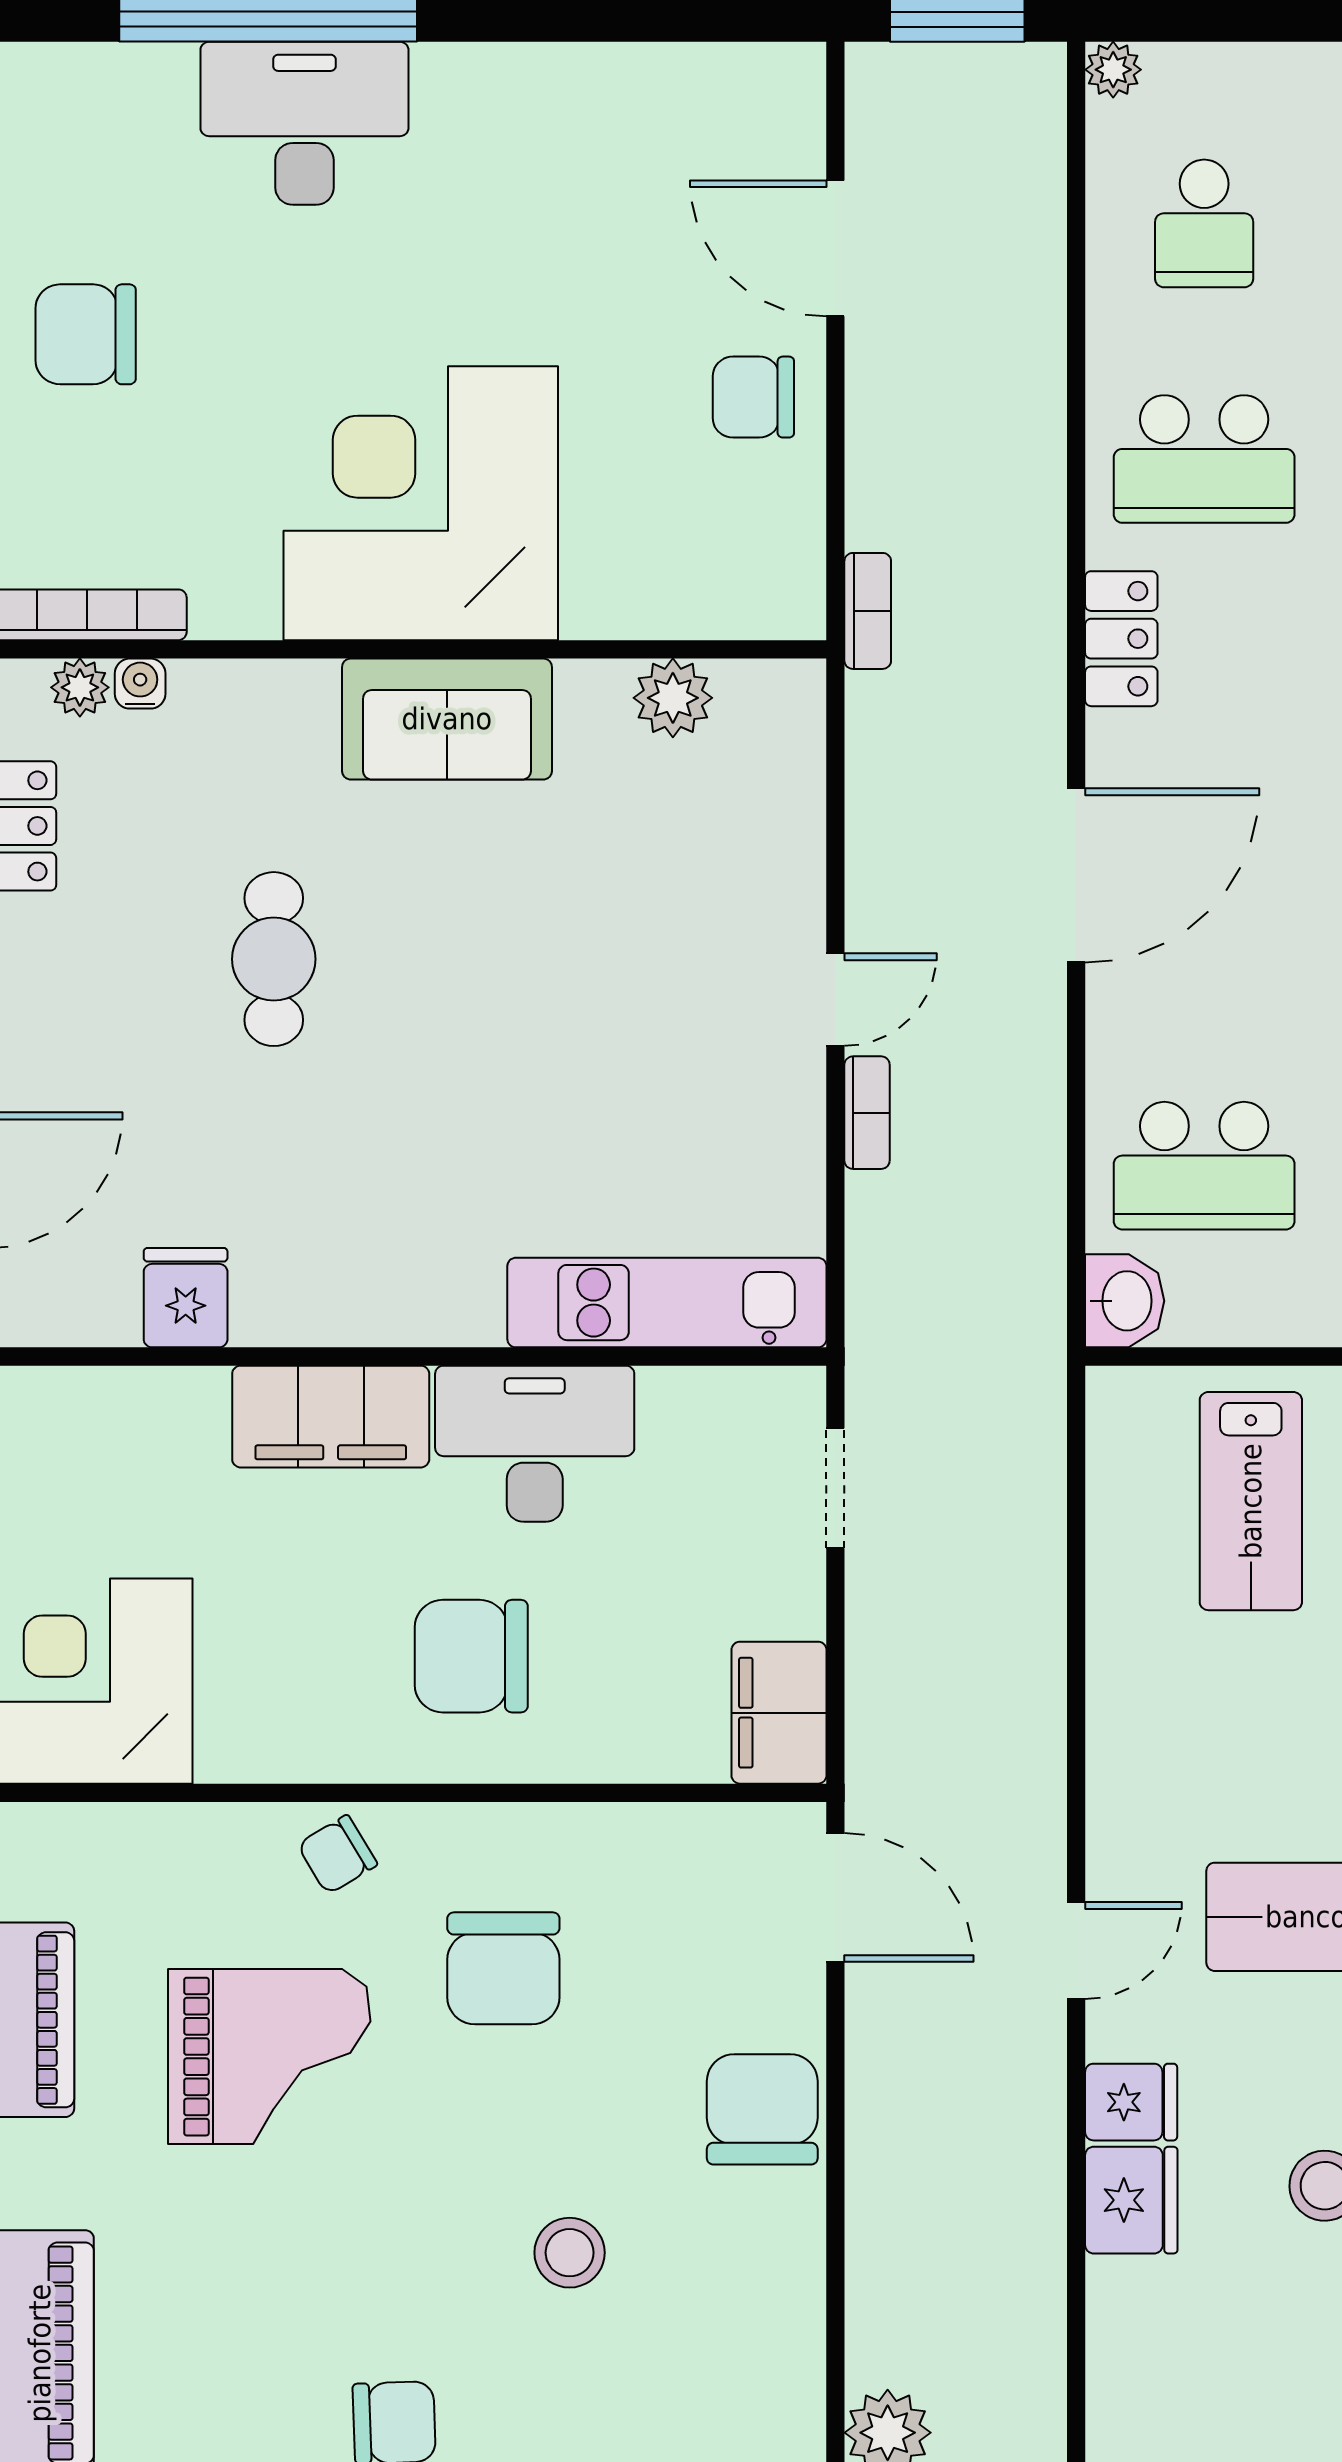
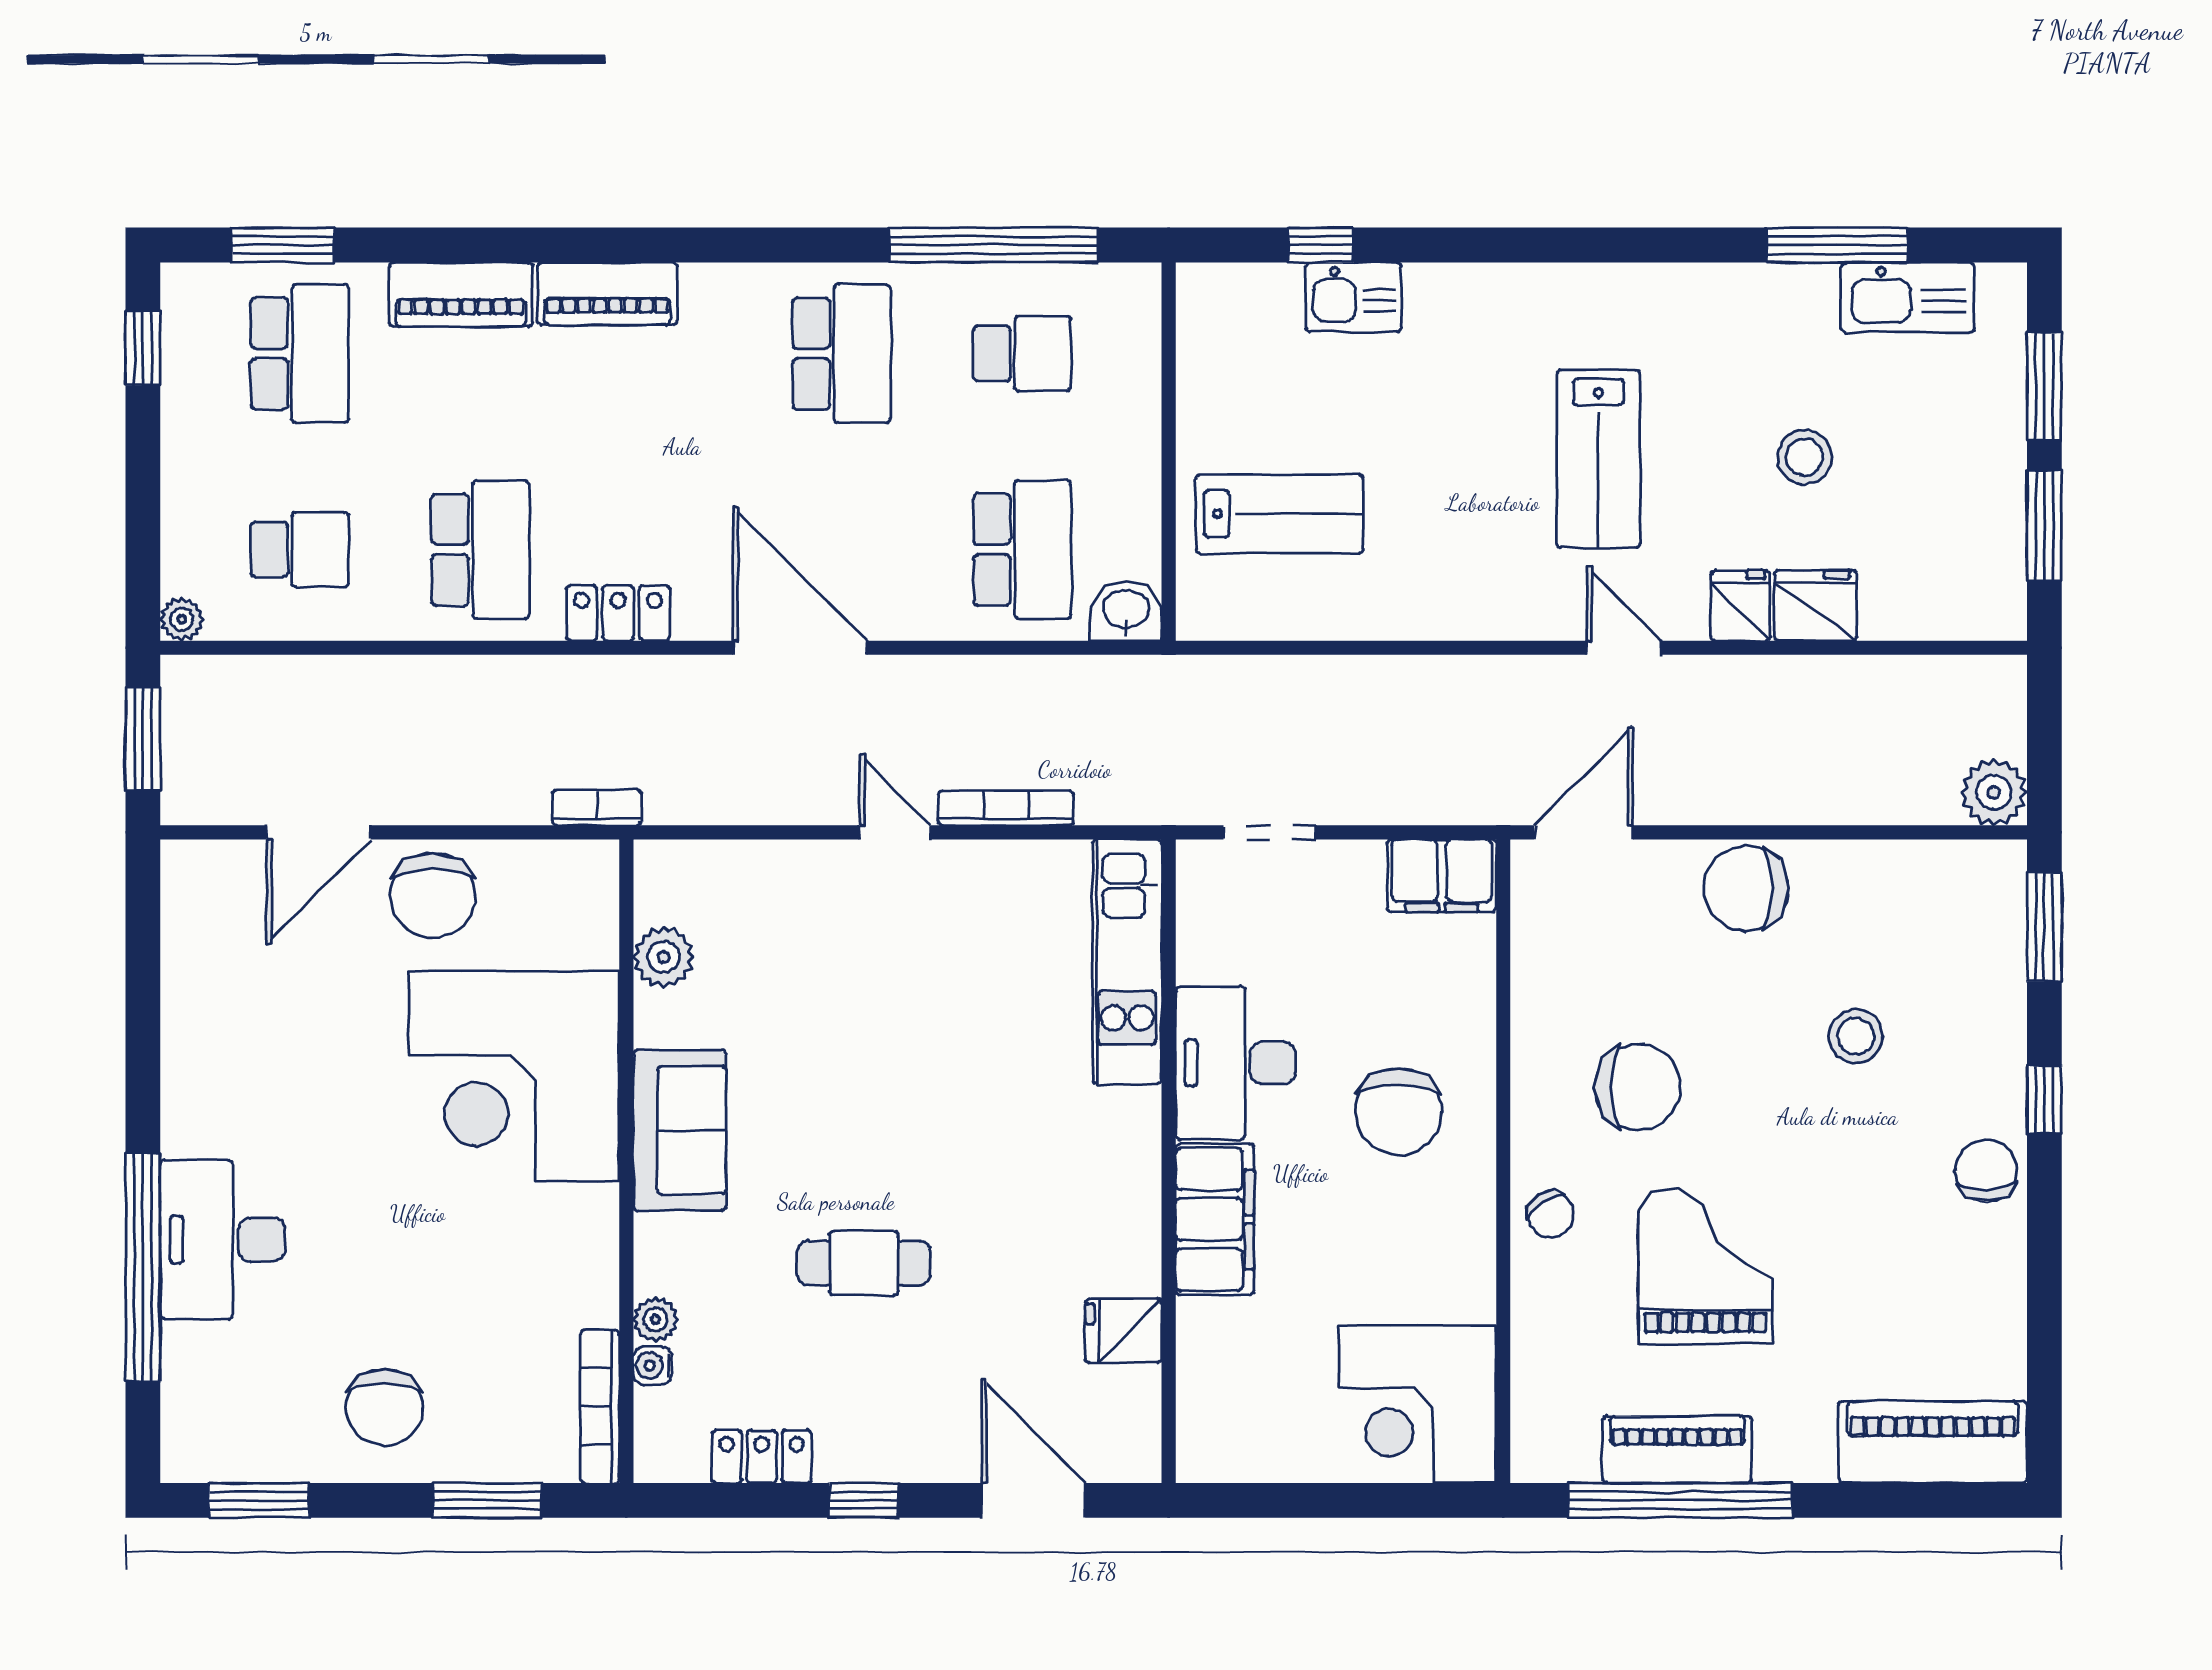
chair: (753, 397) -> (433, 895), width x1.37, depth x1.37
corner desk: (421, 503) -> (514, 1076), moved
plant: (80, 687) -> (656, 1319), moved
bookcase: (867, 1113) -> (1006, 808), width x1.56

